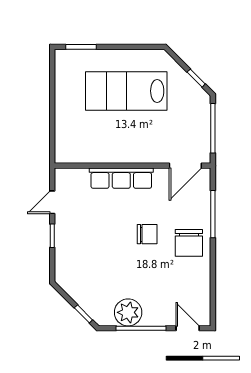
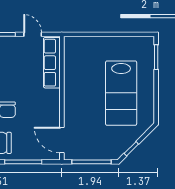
lab bench: (126, 91) -> (121, 93), turned 180
row of seats: (121, 178) -> (52, 63), moved

